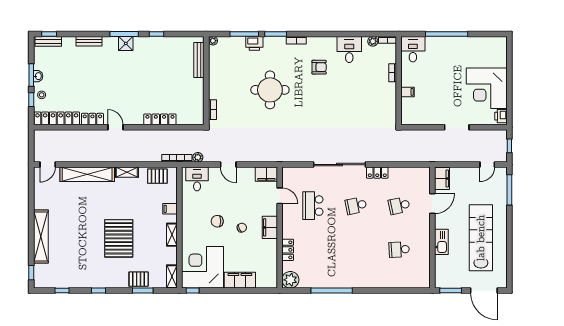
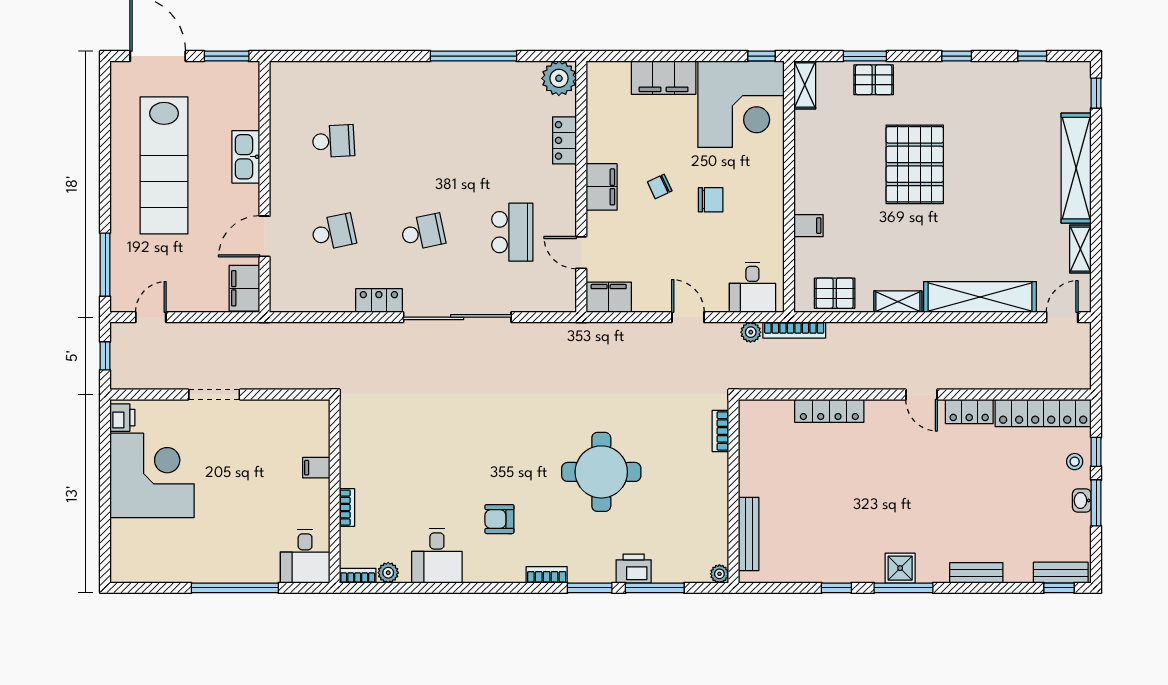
shelving: (172, 235) -> (1080, 249), moved

